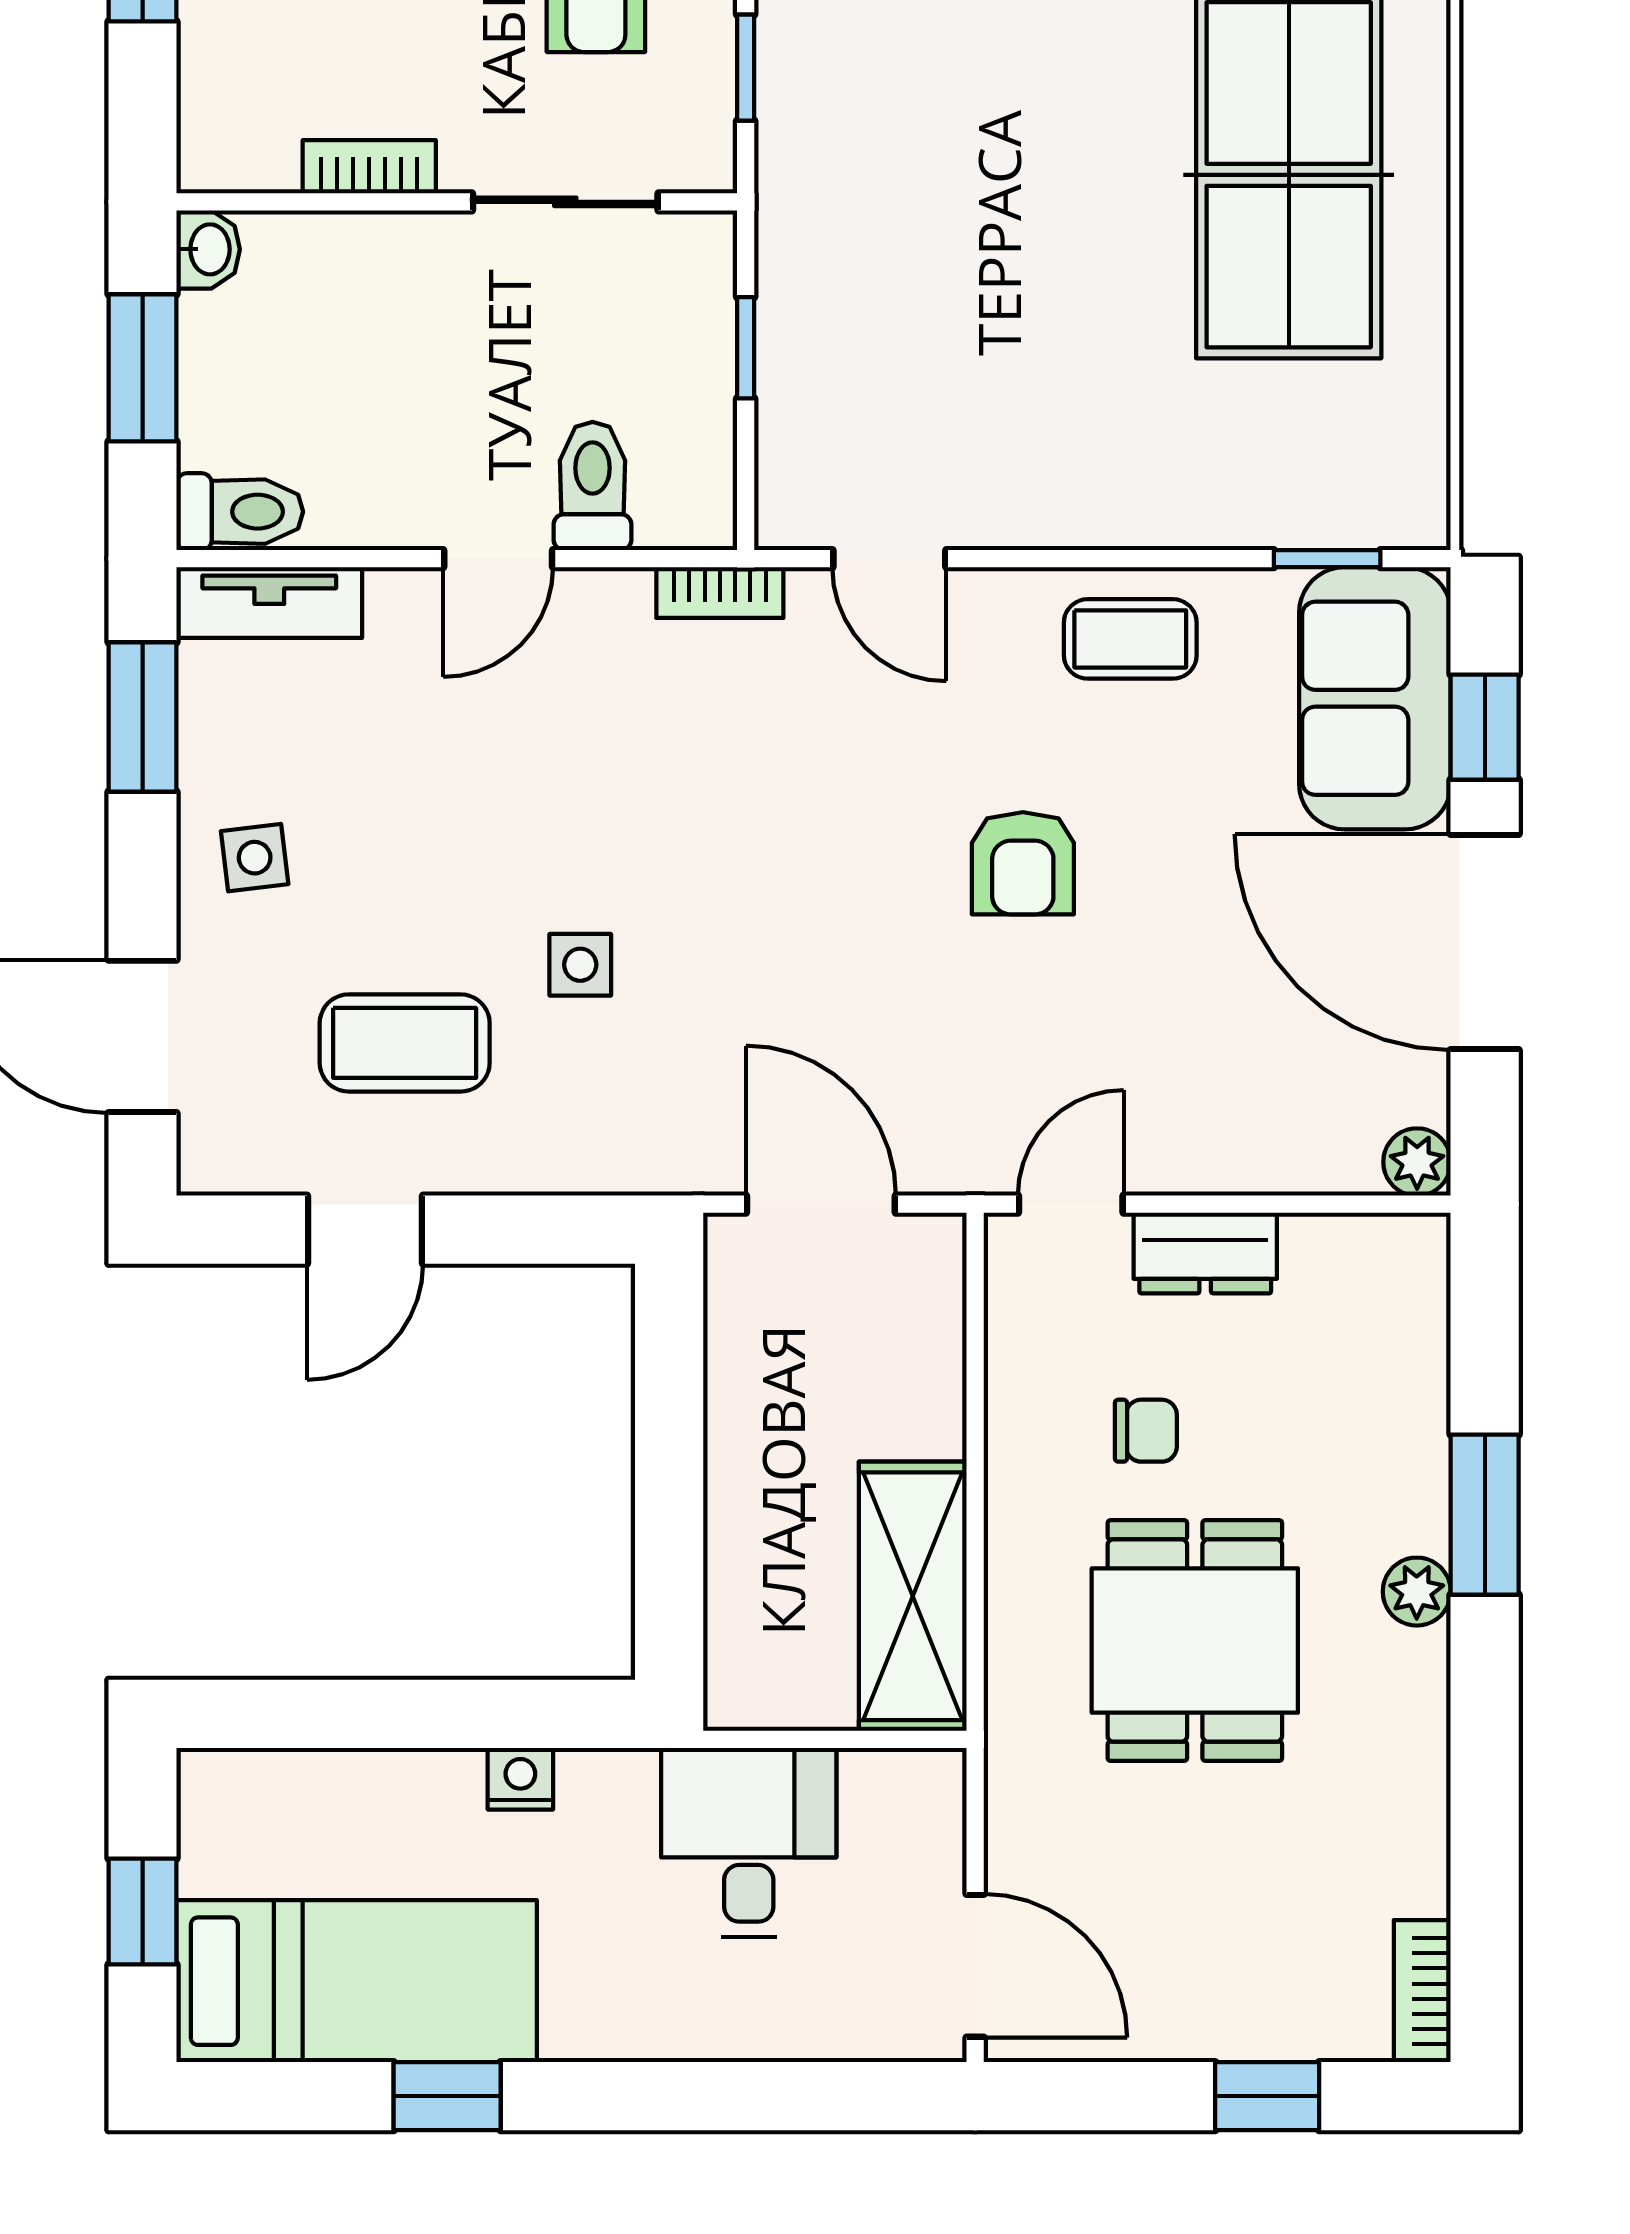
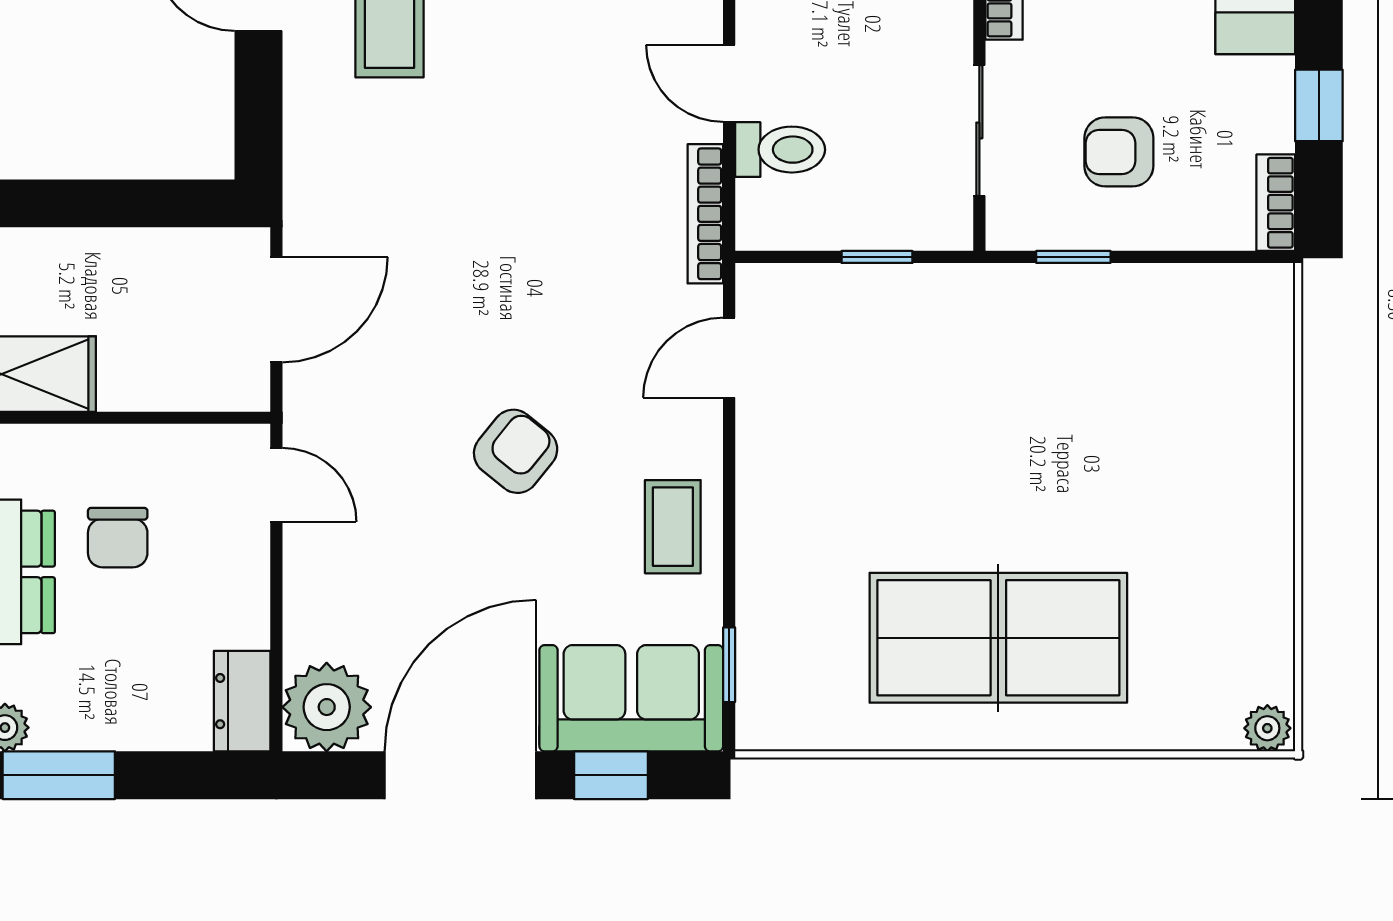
bookcase: (720, 593) -> (705, 214), width x1.56
armchair: (1023, 863) -> (516, 451), turned 129
side table: (580, 965) -> (444, 141), removed
plant: (1417, 1162) -> (327, 707), width x1.88, depth x1.88
dresser: (1205, 1253) -> (242, 701), moved
chair: (1146, 1431) -> (118, 538), width x1.37, depth x1.37

